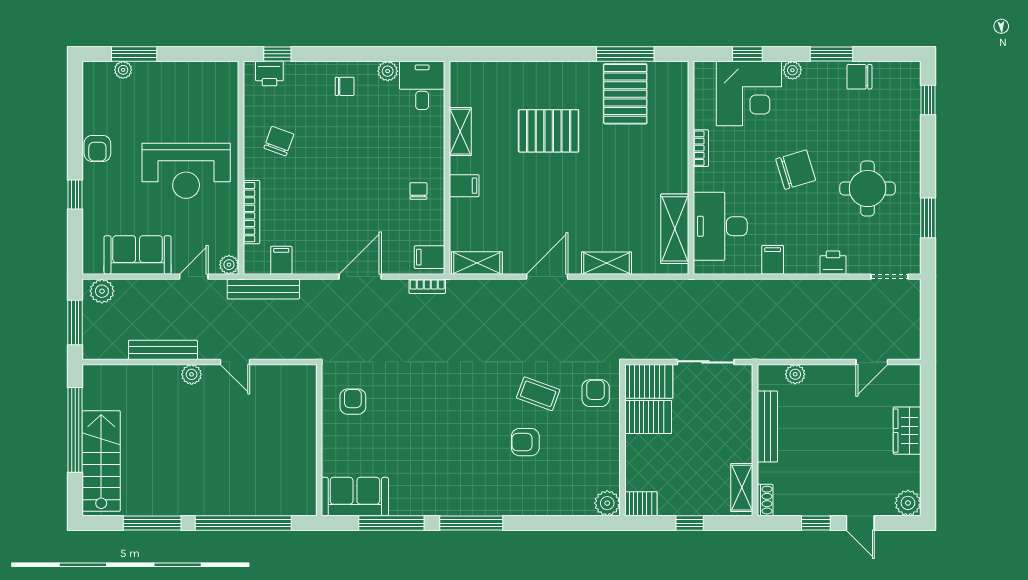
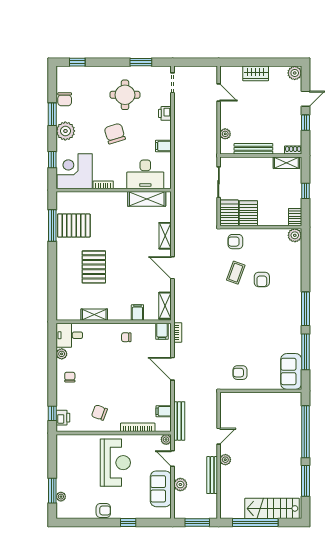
plant: (792, 70) -> (65, 131), width x1.88, depth x1.88
corner desk: (749, 93) -> (75, 171), moved, turned -90
filing cabinet: (464, 186) -> (137, 313), moved
plant: (102, 291) -> (180, 485), moved

